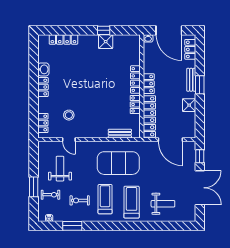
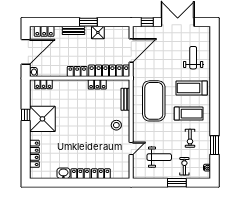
shower: (106, 42) -> (42, 119), width x1.86, depth x1.86
locker: (135, 79) -> (43, 84), moved, width x0.66
window: (200, 85) -> (88, 22), moved
stool: (69, 115) -> (116, 125), moved
locker: (43, 123) -> (101, 174), moved
weight bench: (60, 169) -> (159, 157), turned 180
treadmill: (105, 199) -> (189, 114), turned 180

